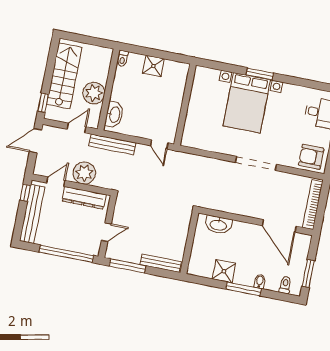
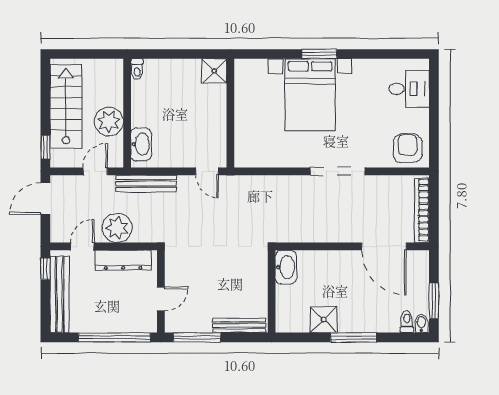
shower: (153, 66) -> (214, 71), moved
armchair: (311, 157) -> (408, 148), turned 90
washbasin: (218, 225) -> (286, 267), moved, turned -90
bidet: (260, 281) -> (421, 323), moved

